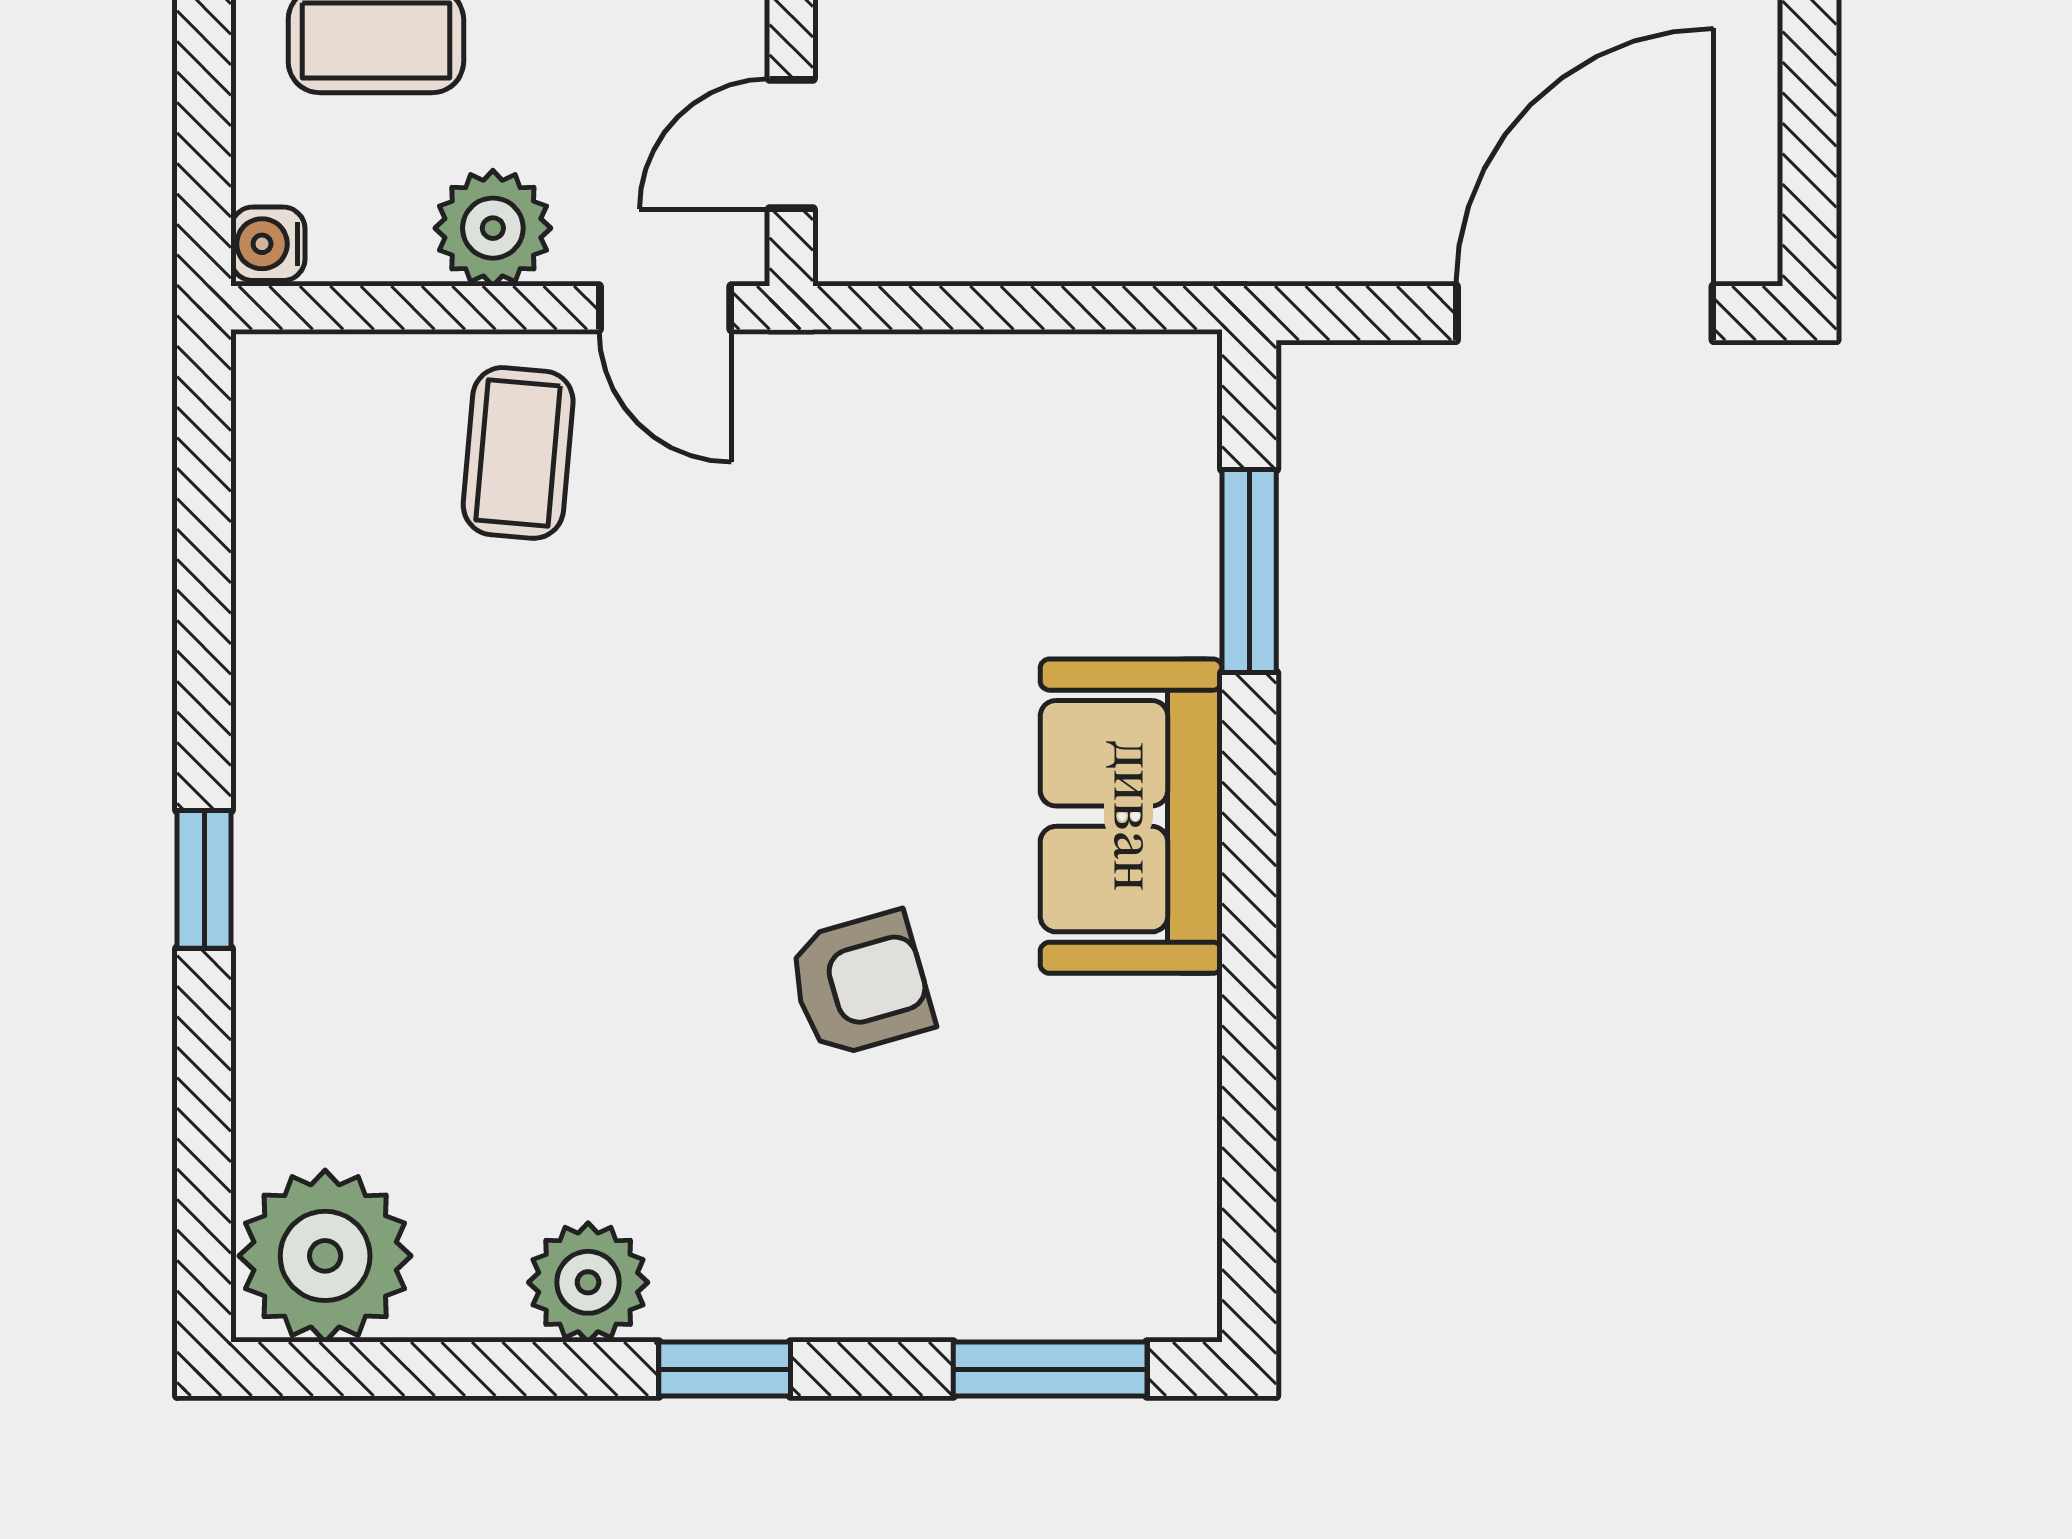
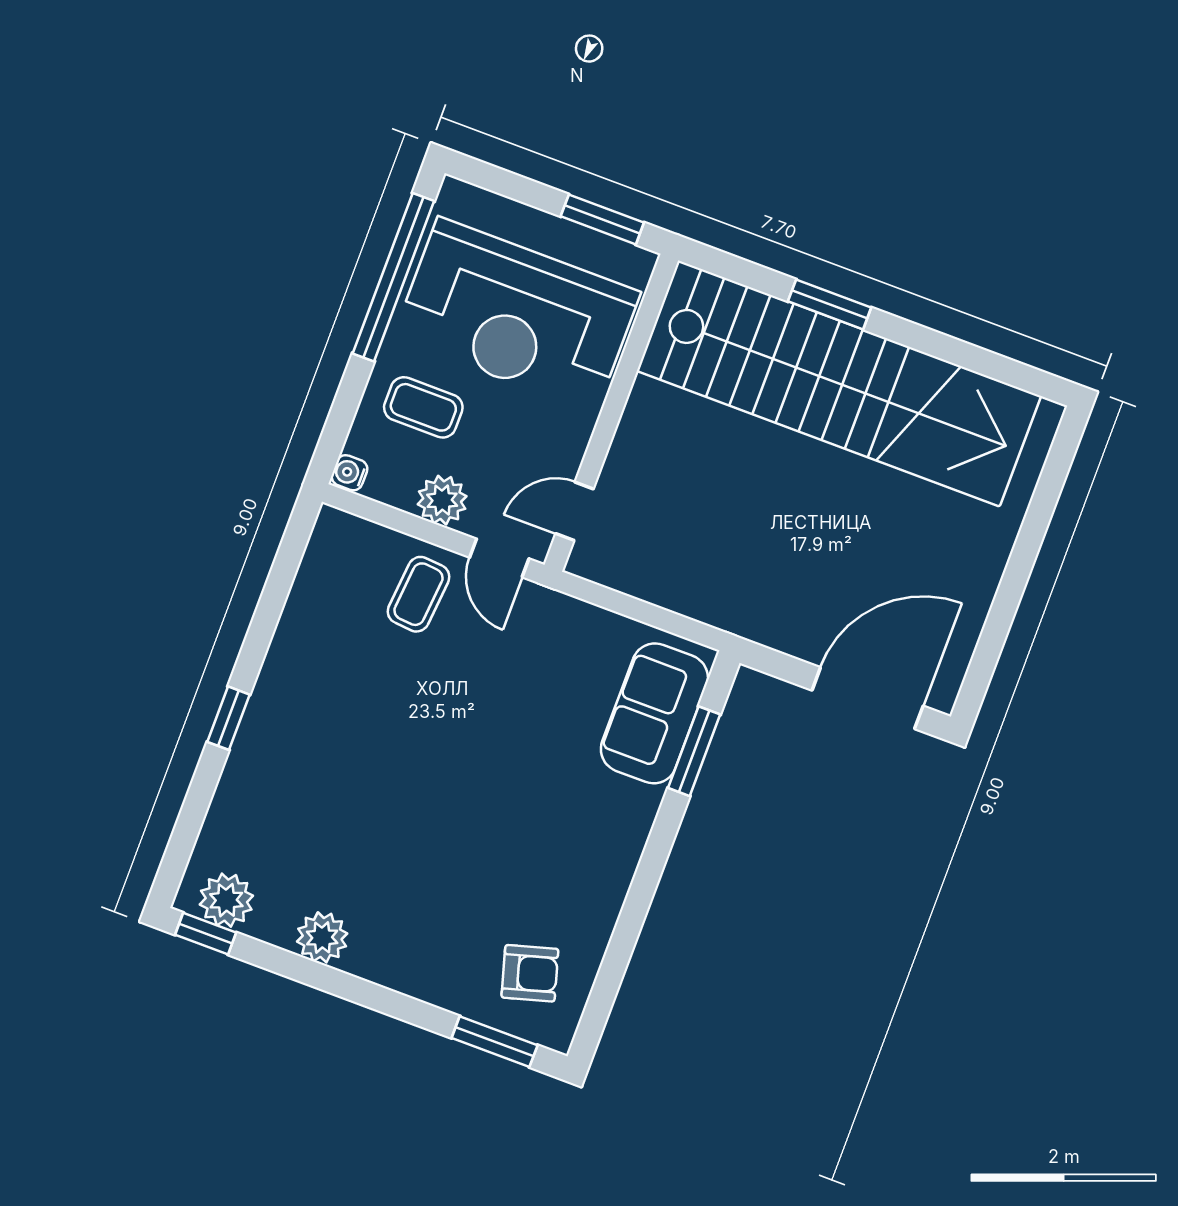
sofa: (1131, 816) -> (654, 713), moved
armchair: (860, 984) -> (530, 973), moved
plant: (325, 1256) -> (226, 900), width x0.73, depth x0.73
window: (725, 1369) -> (206, 934), moved

